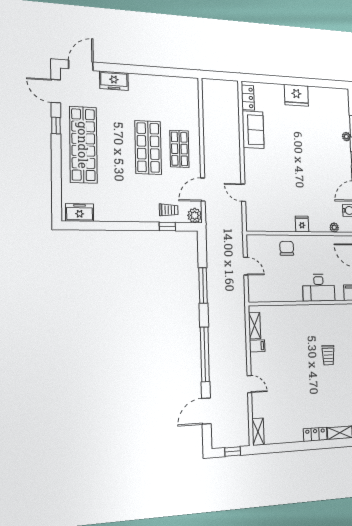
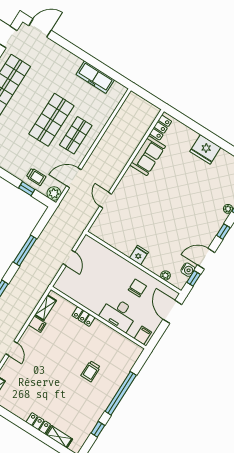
freezer: (114, 81) -> (95, 77), moved, width x1.40
chair: (287, 248) -> (137, 288), moved
locker: (292, 311) -> (83, 317), added

